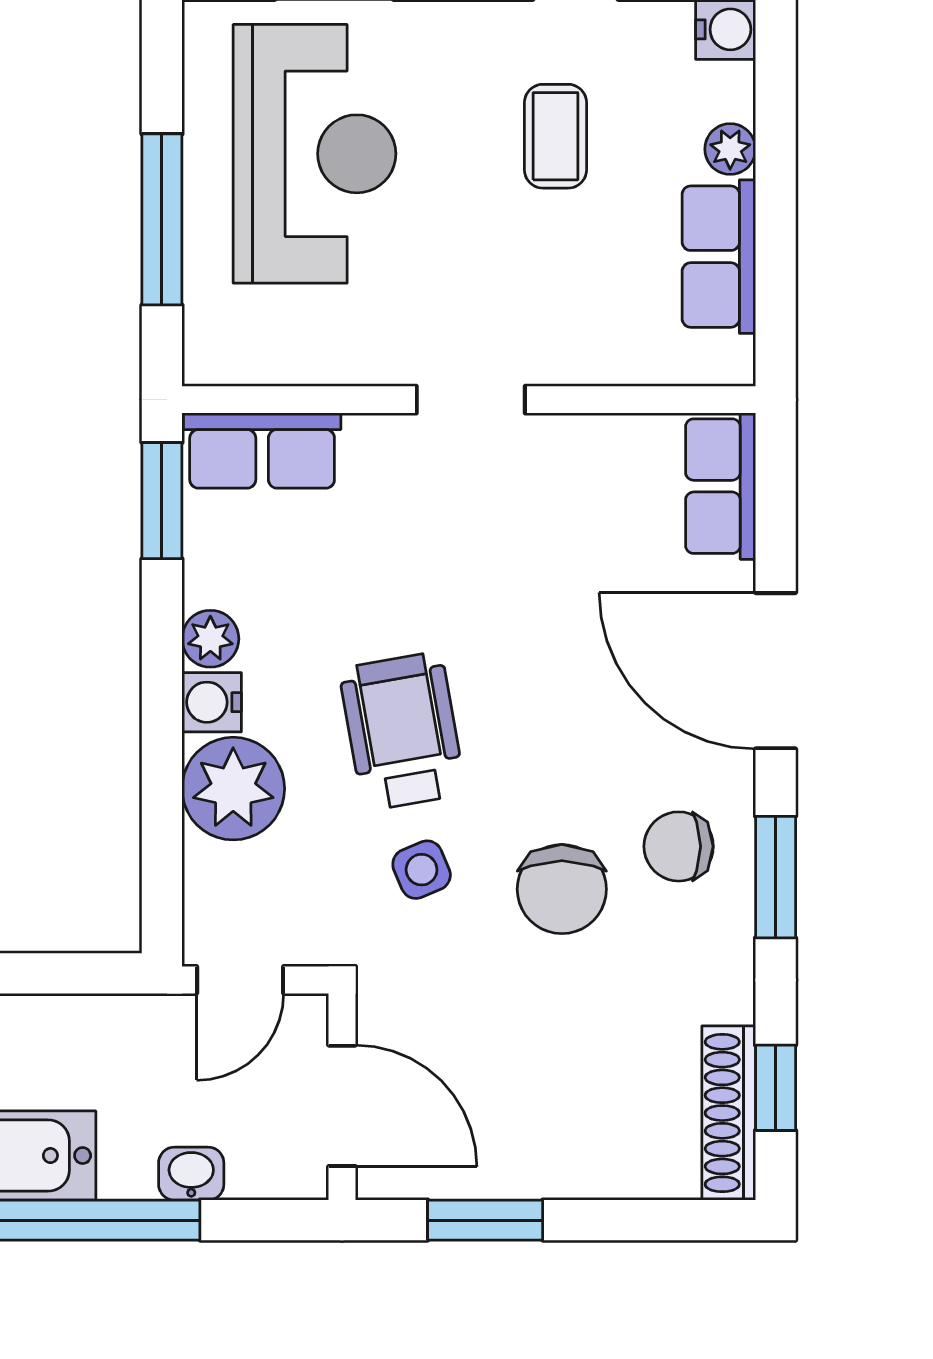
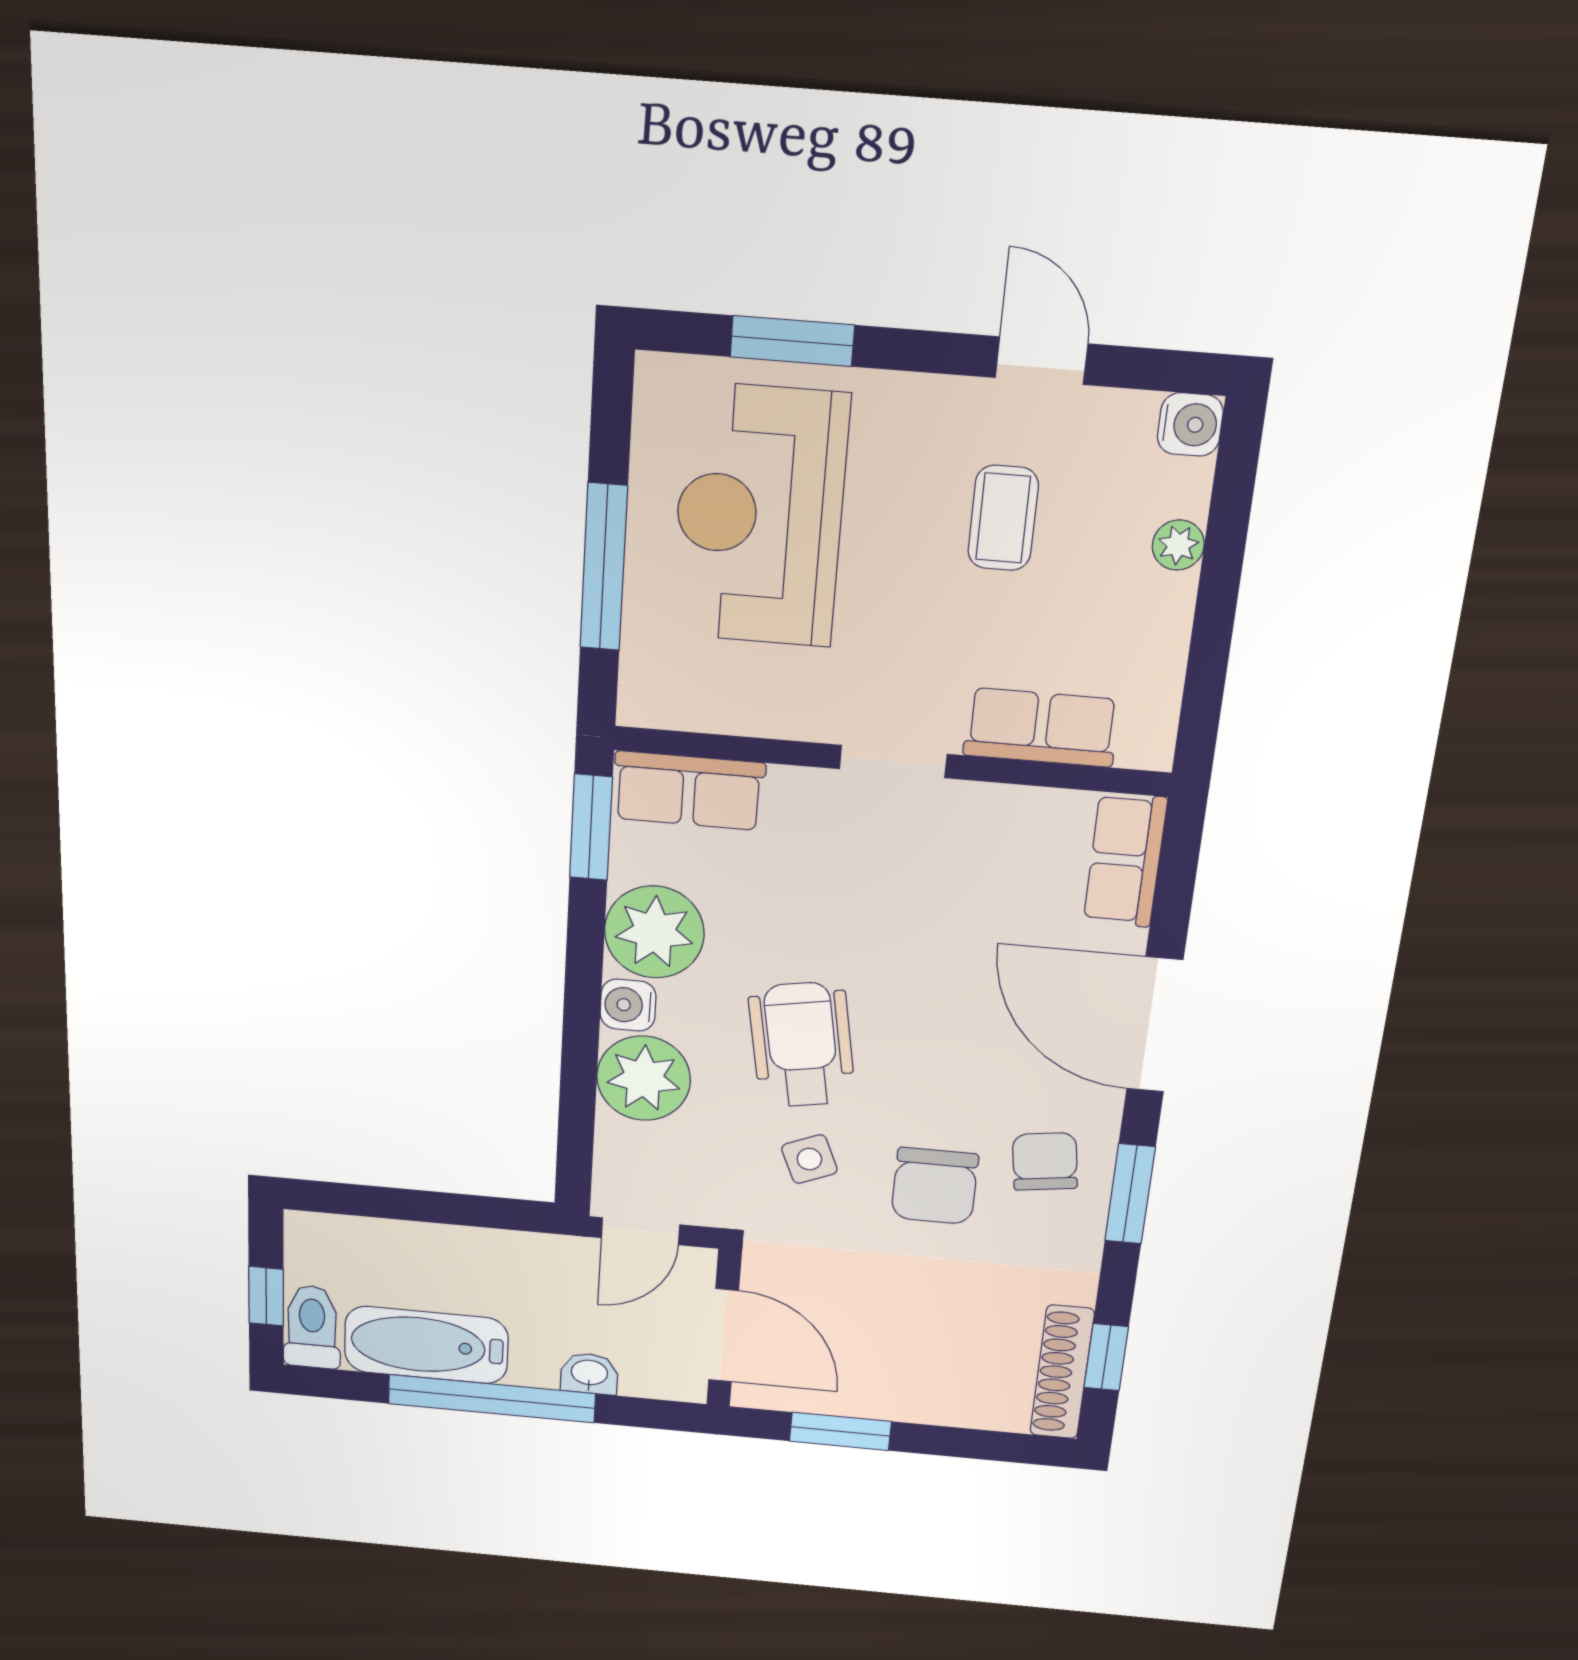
reception desk: (314, 154) -> (759, 516), turned 180
row of seats: (719, 257) -> (1041, 727), moved, turned 90
plant: (210, 639) -> (654, 932), width x1.87, depth x1.87
chair: (679, 846) -> (1045, 1161), turned 82

